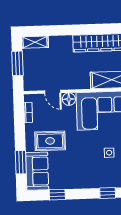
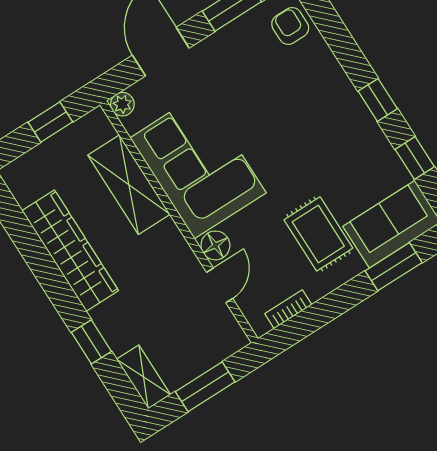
window: (60, 30) -> (91, 342), added
side table: (109, 153) -> (273, 105), removed
window: (108, 193) -> (378, 100), moved

